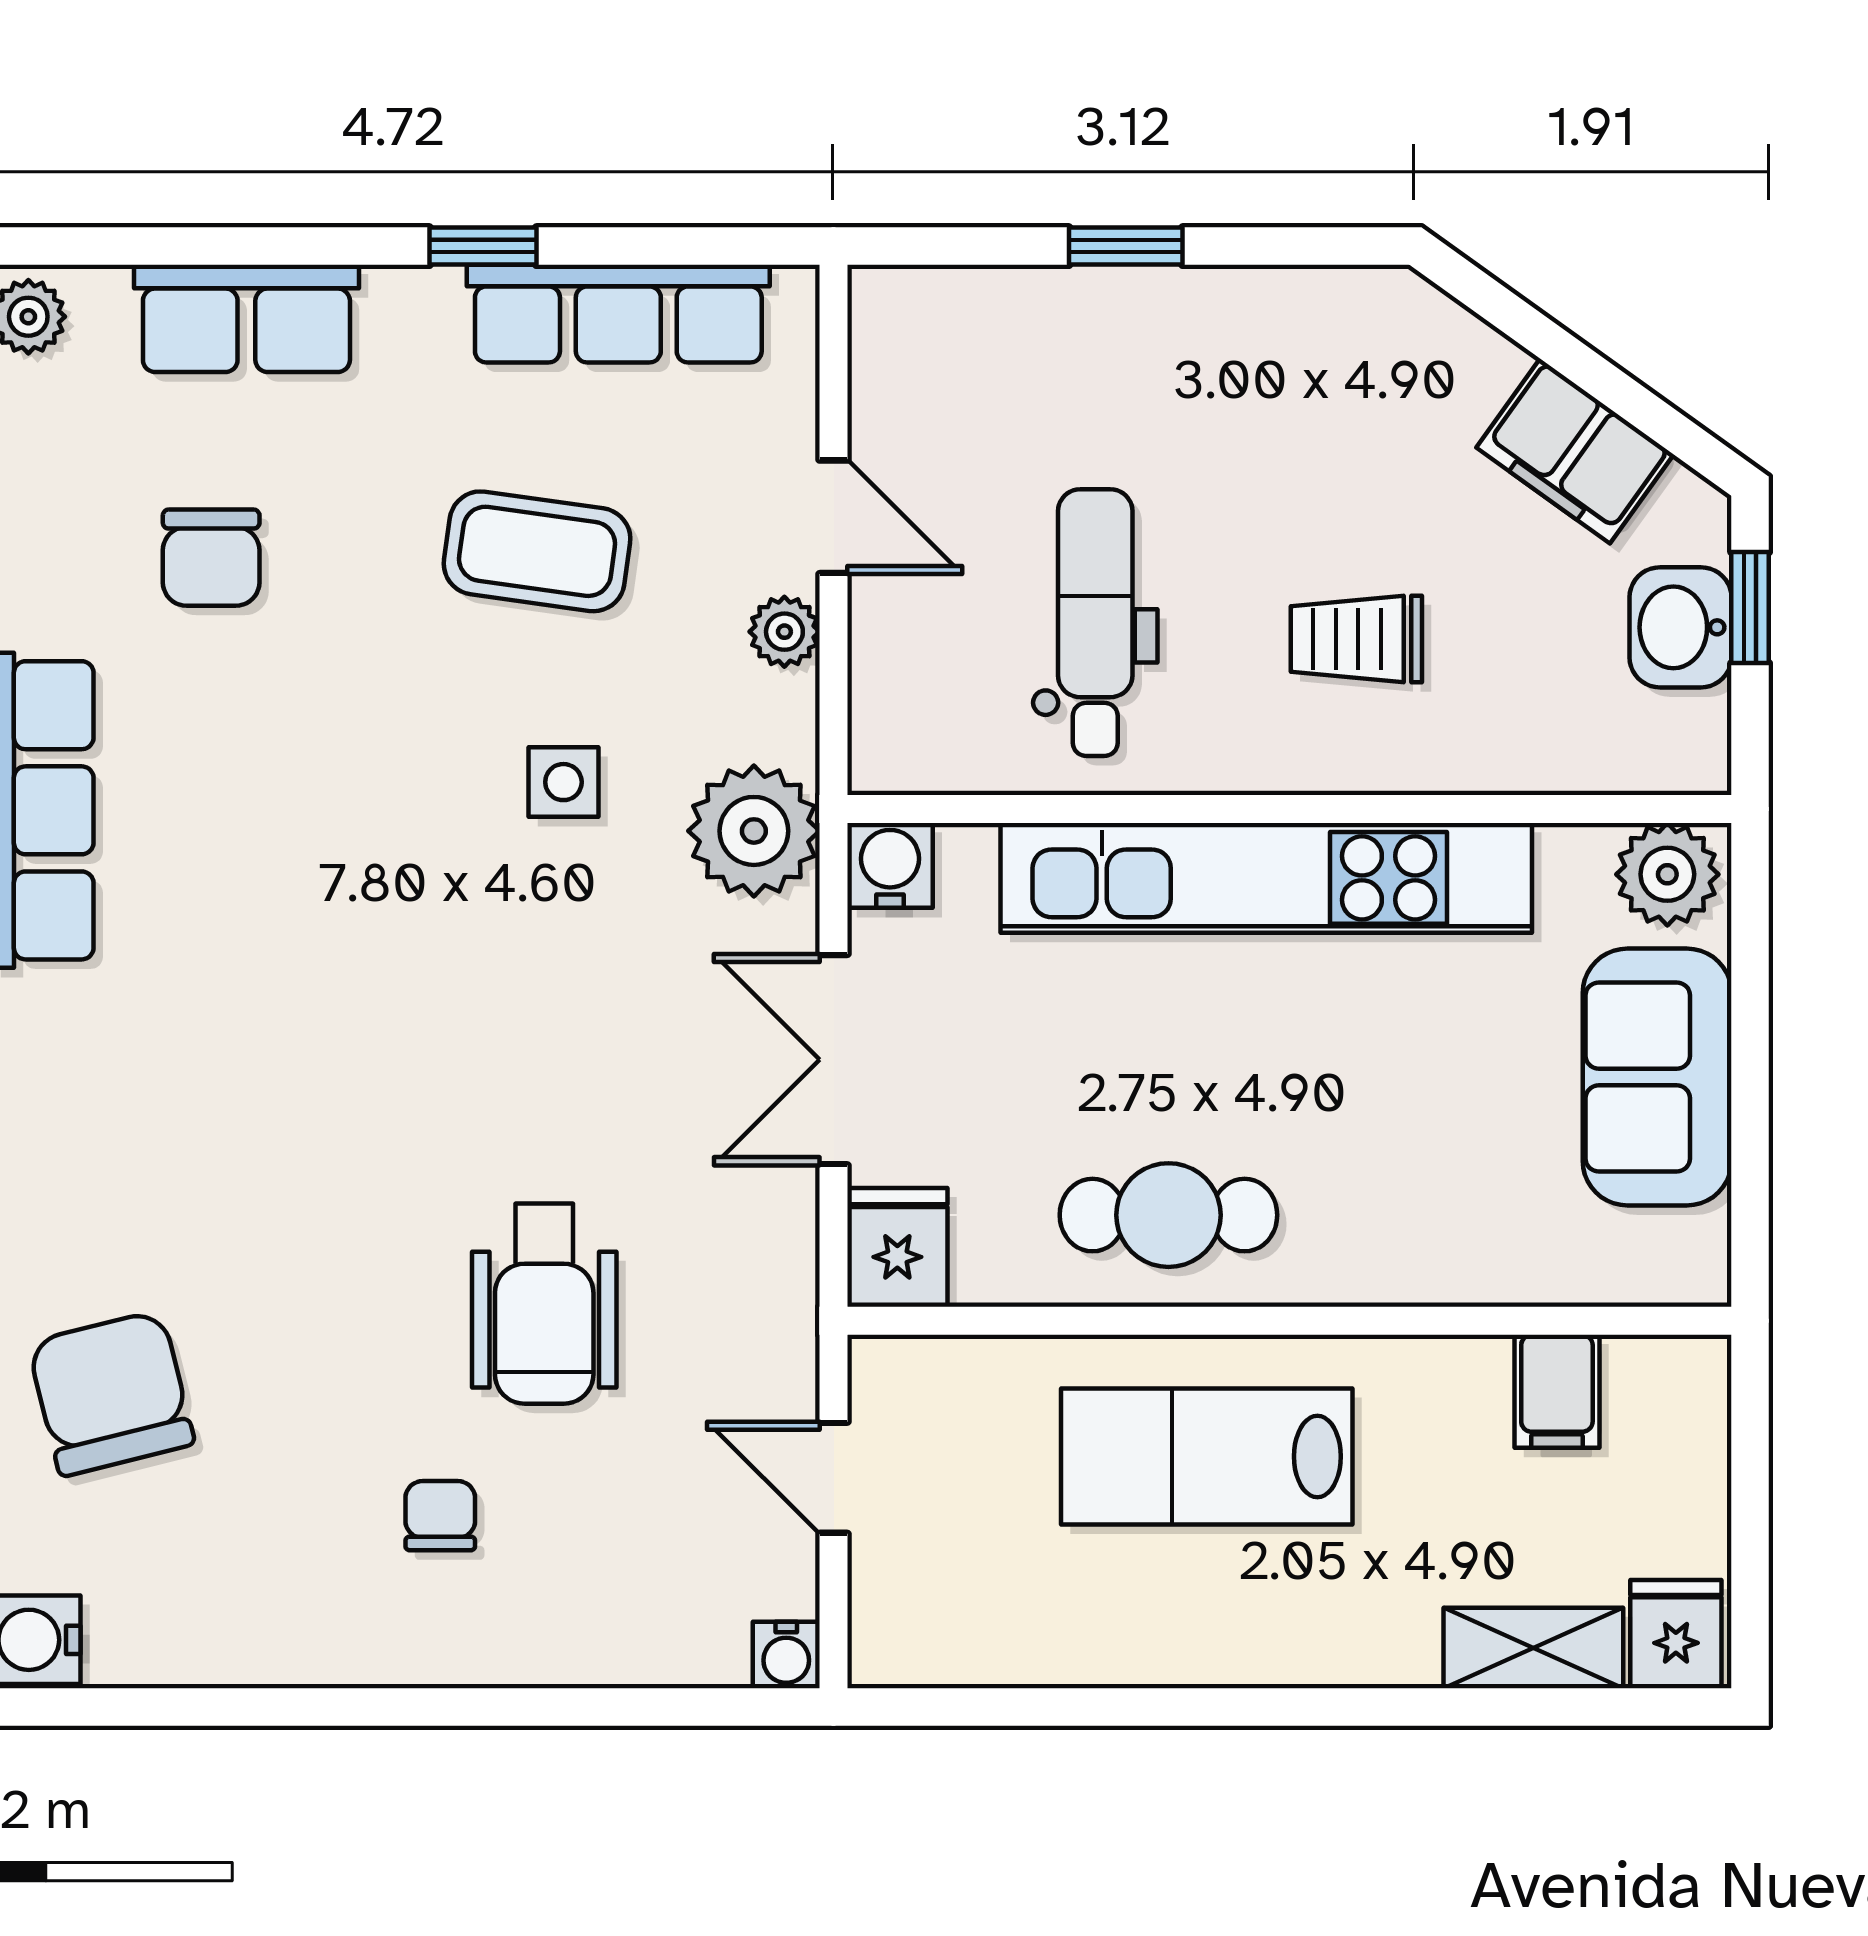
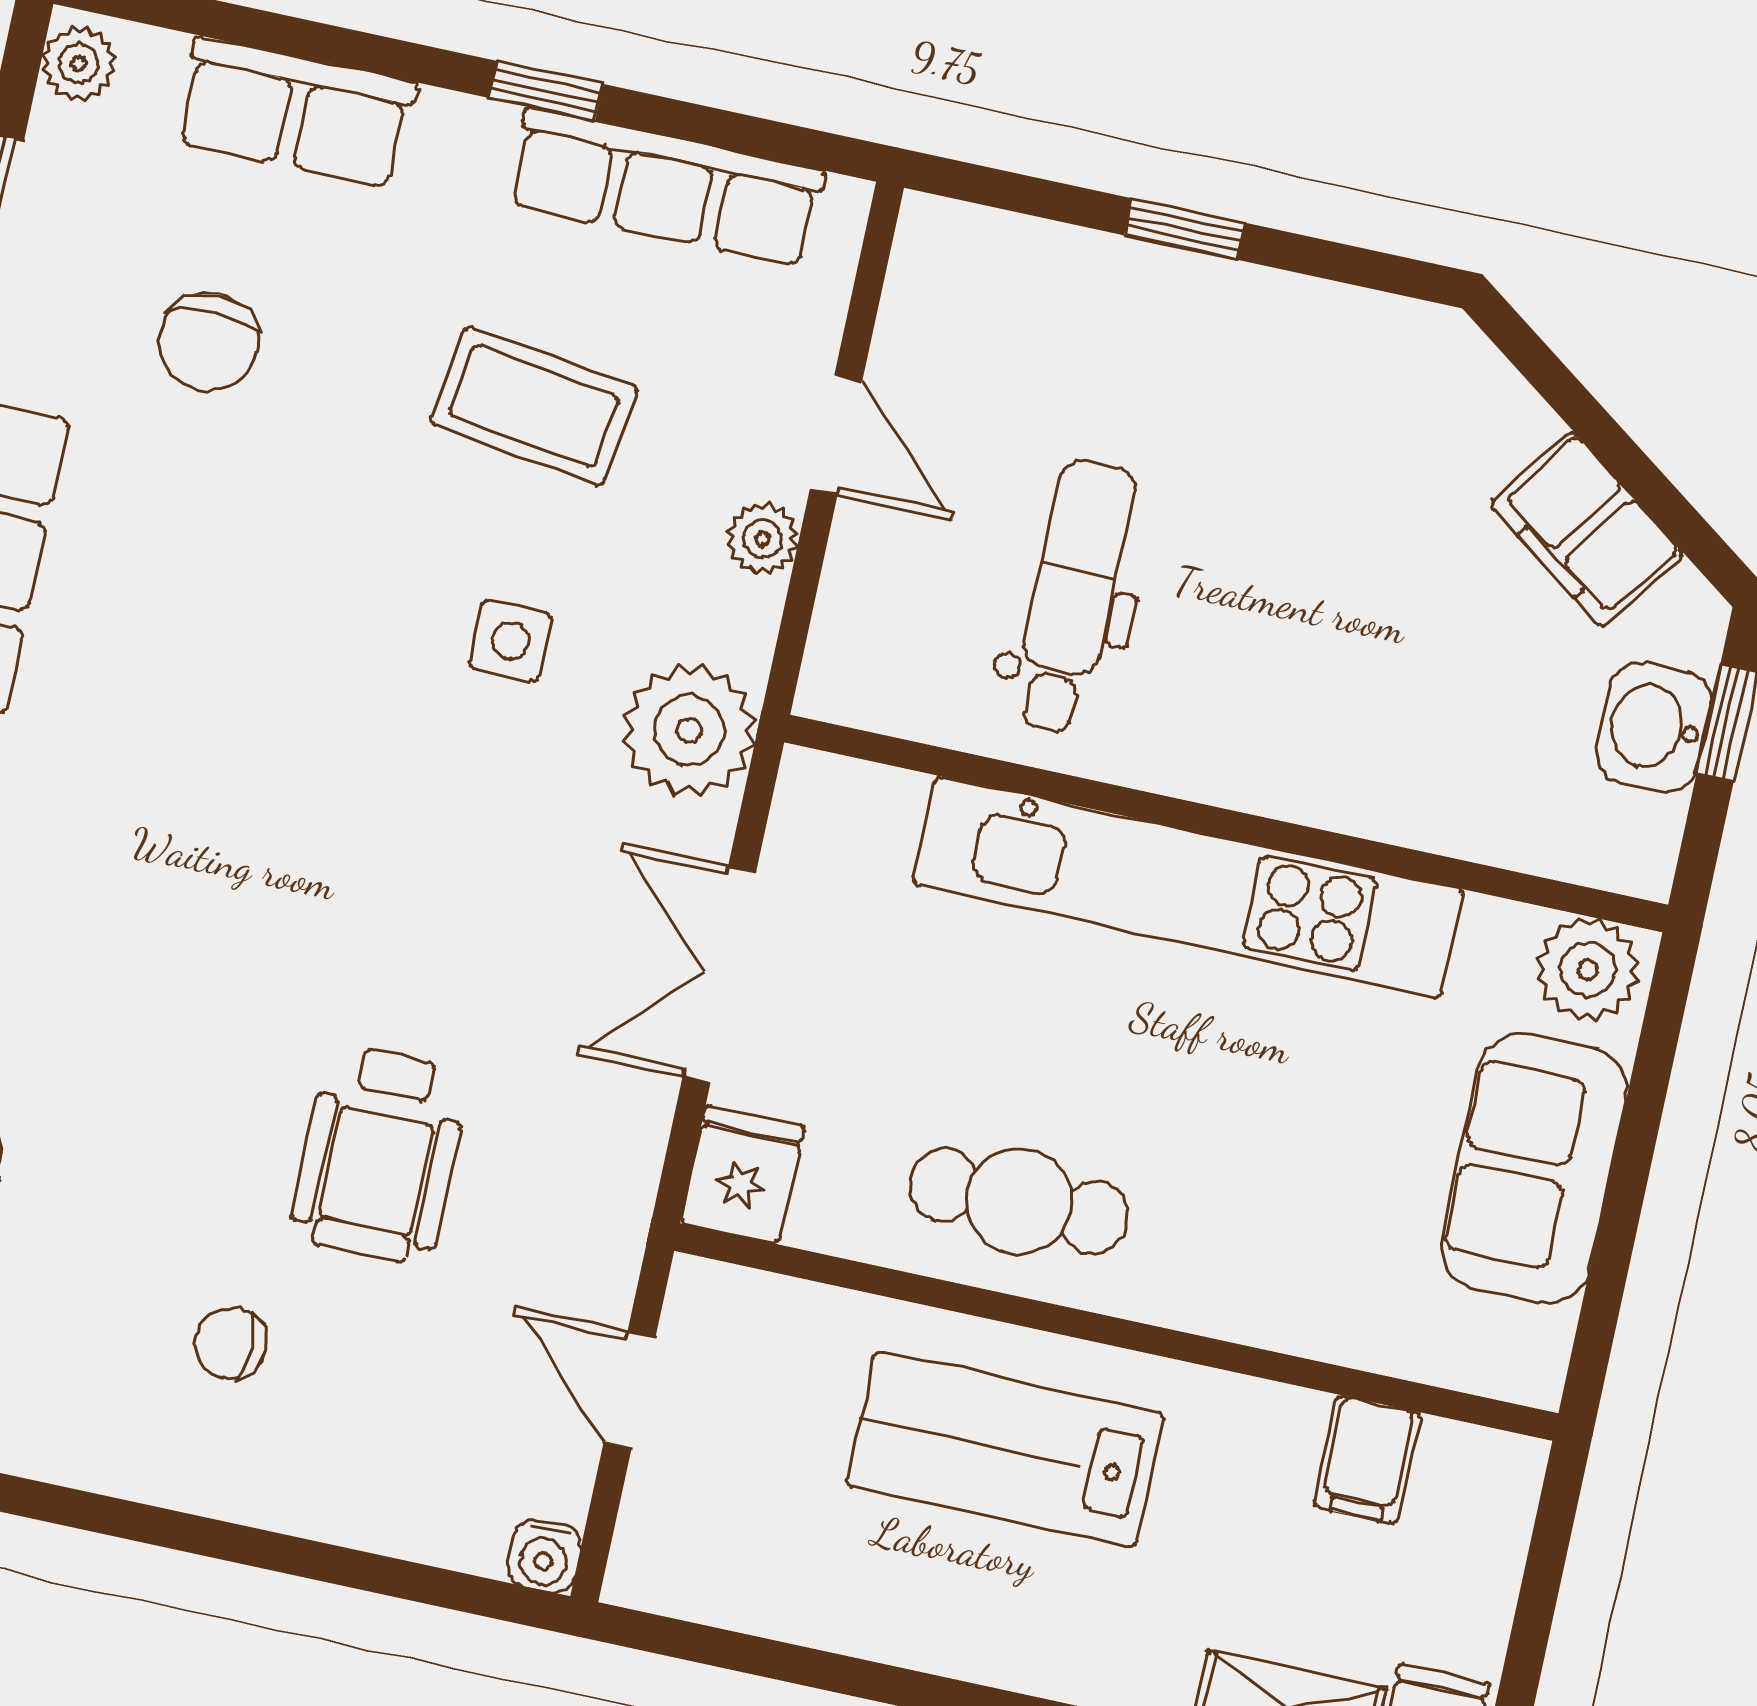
trolley: (1356, 639) -> (1329, 669), removed
water cooler: (890, 865) -> (817, 794), removed
chair: (440, 1516) -> (231, 1343), turned -90

